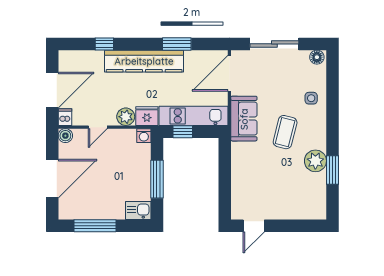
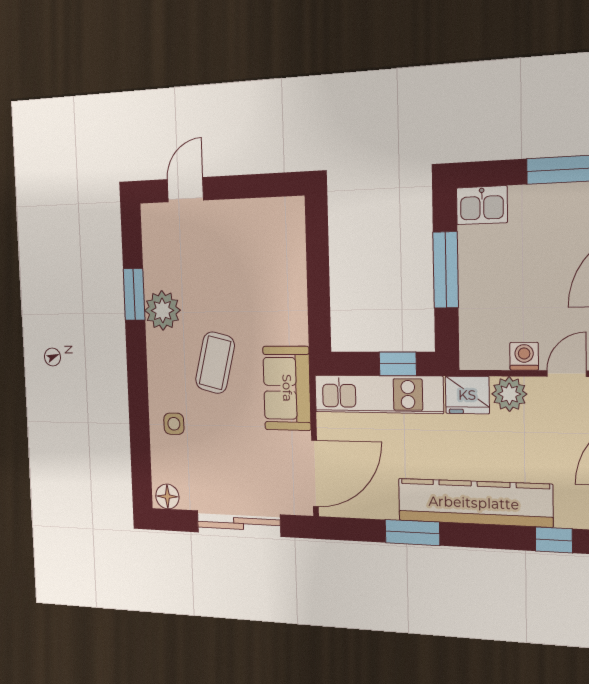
washing machine: (144, 136) -> (524, 356), moved
door: (254, 226) -> (185, 190), moved

